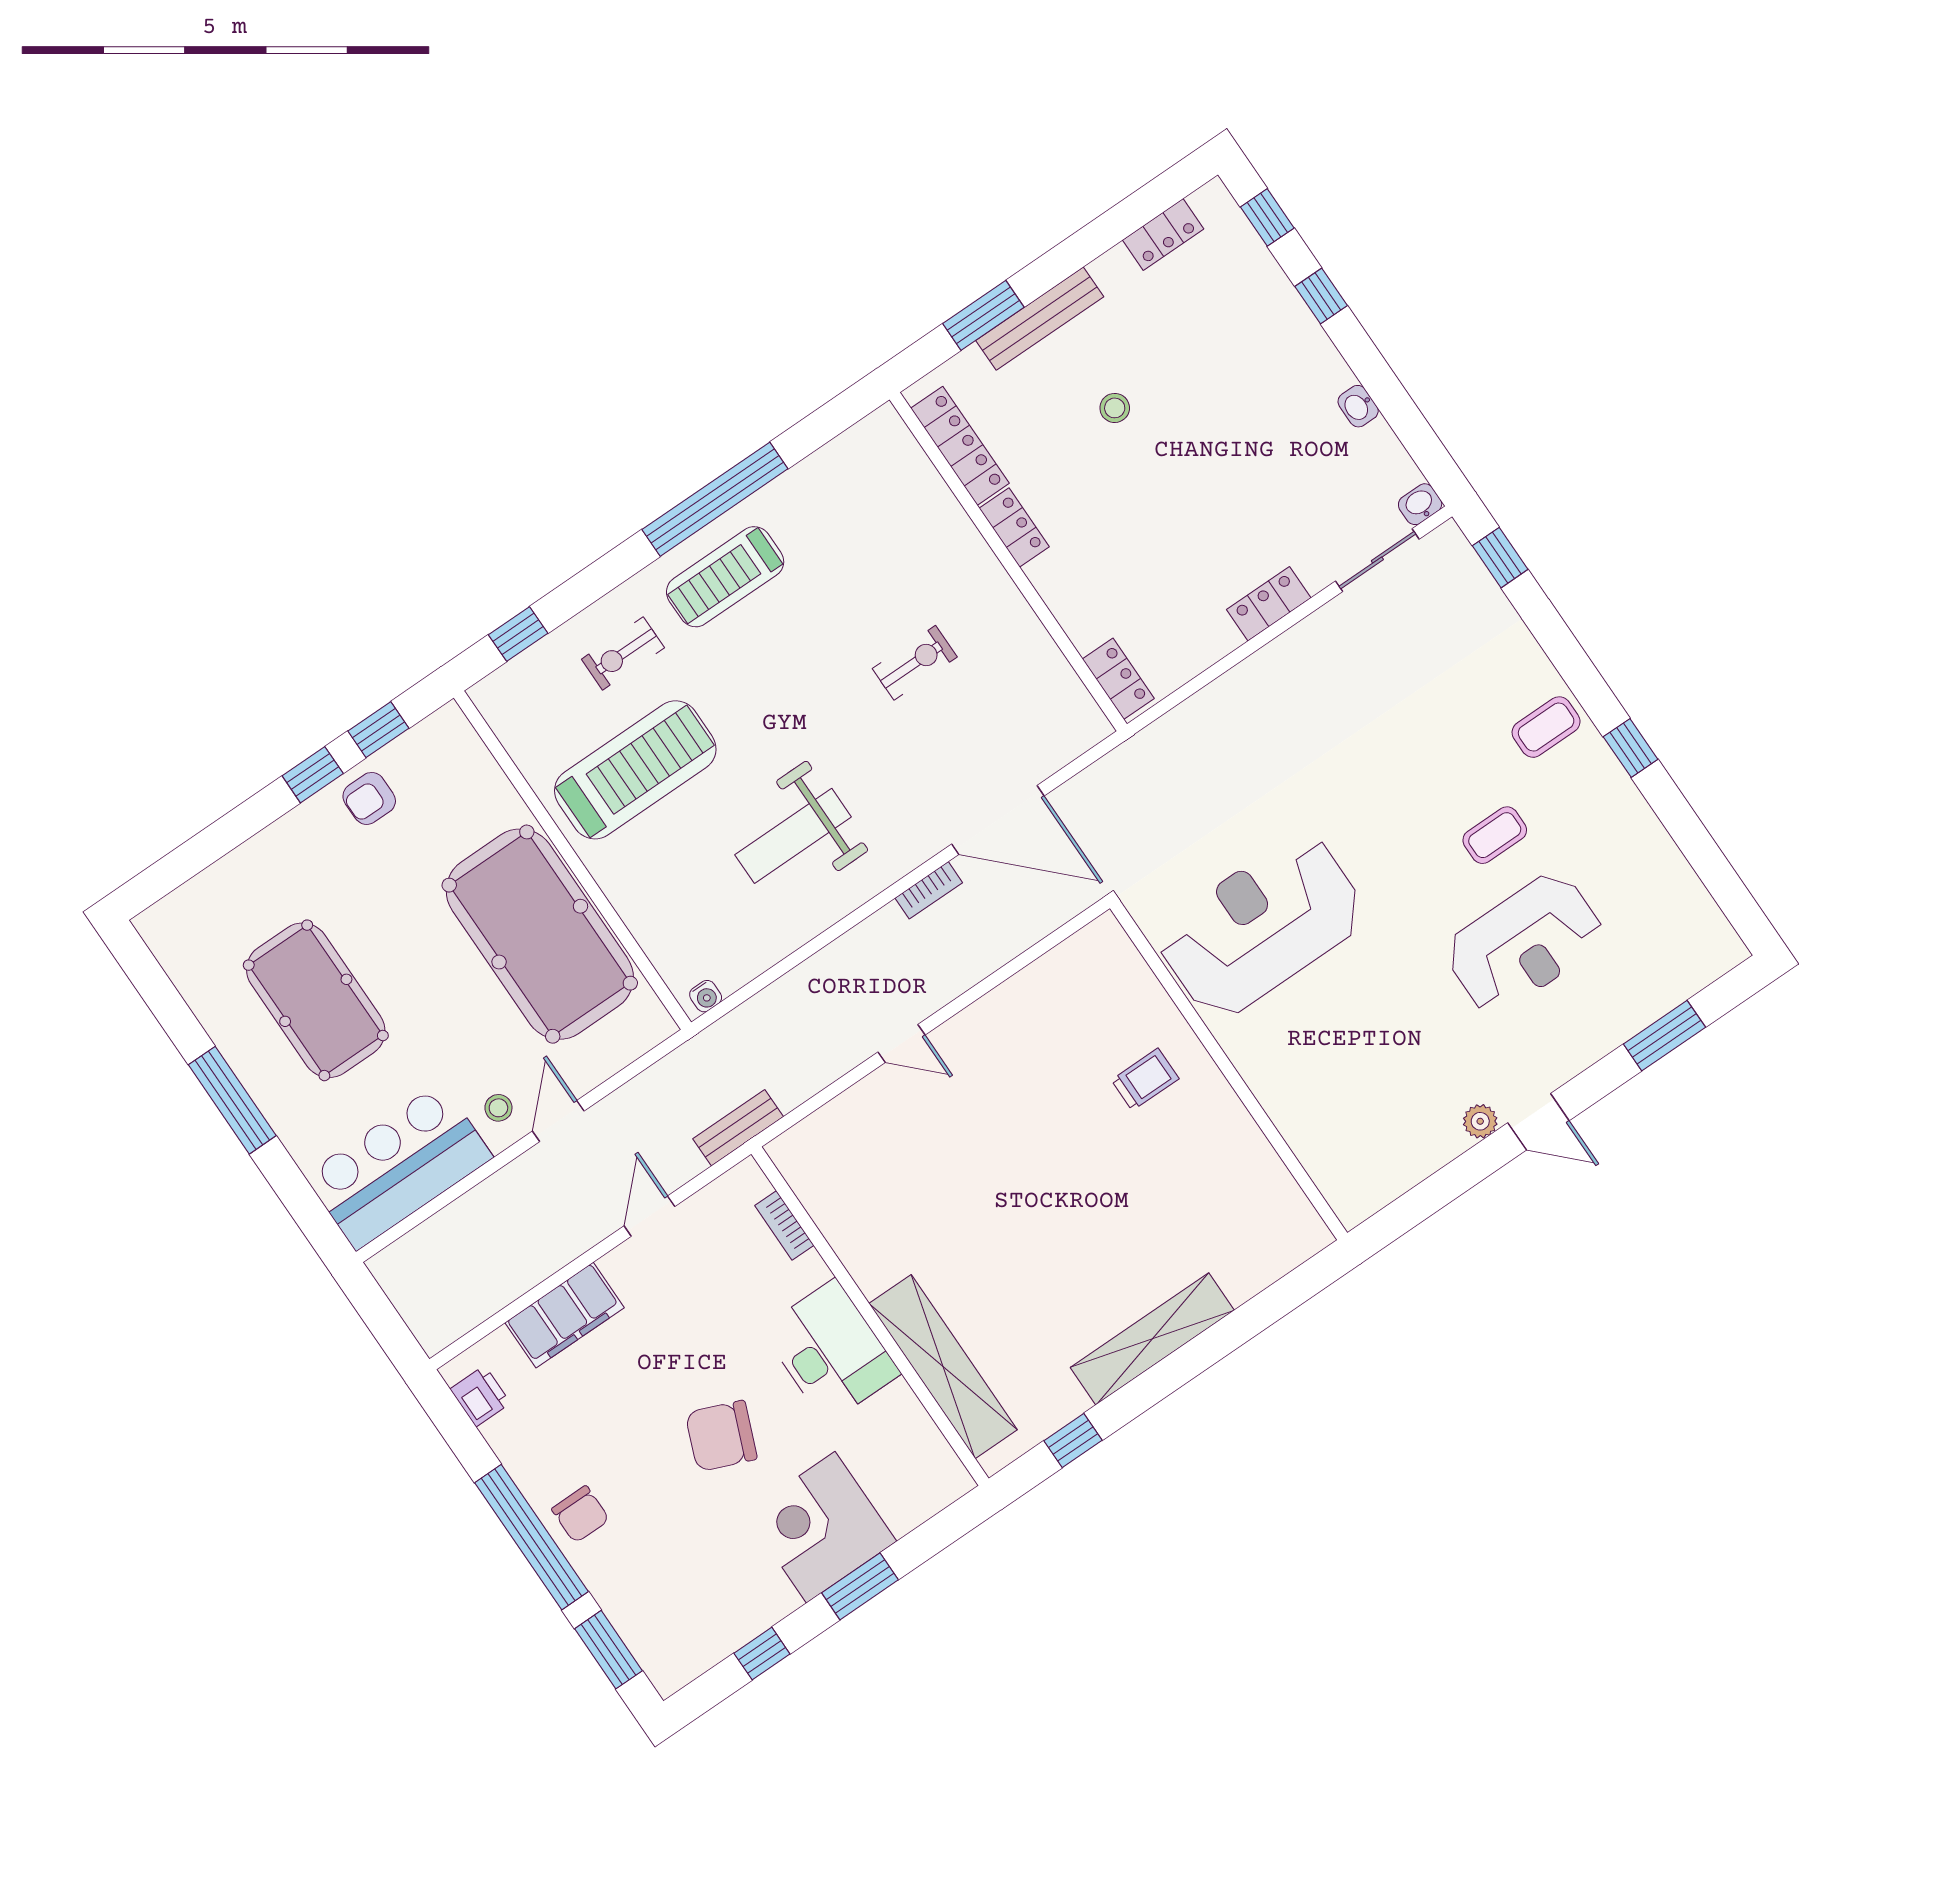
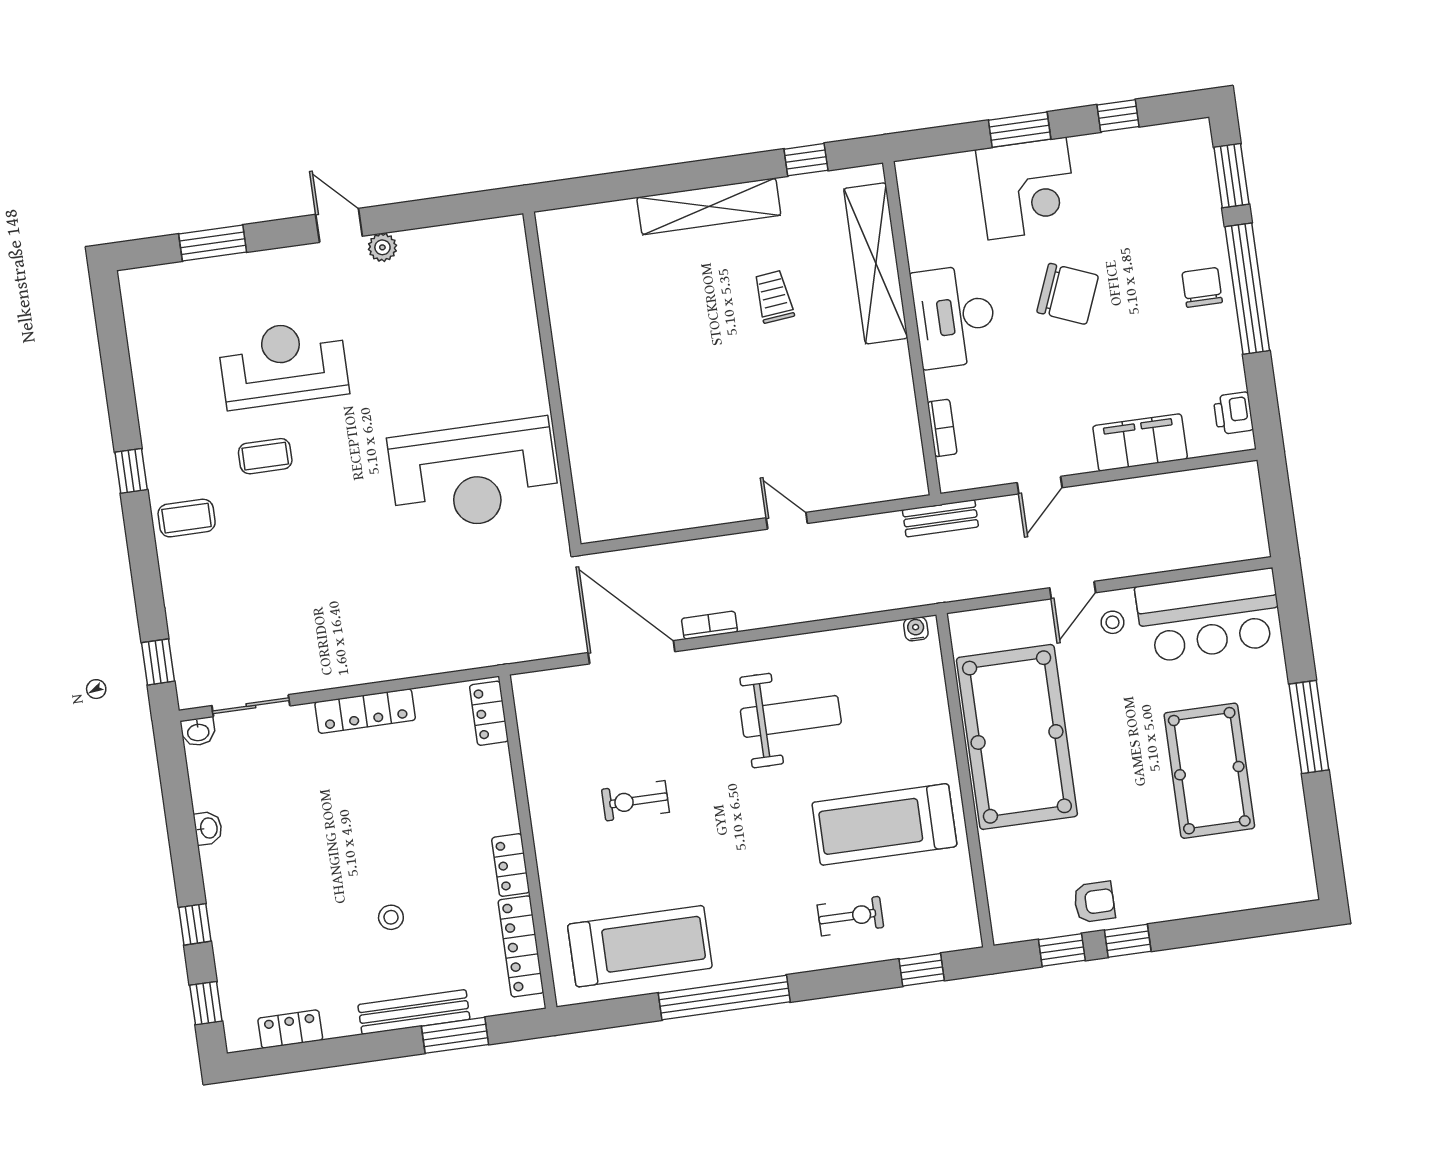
treadmill: (725, 577) -> (640, 946), moved, width x1.37, depth x1.38
locker: (1269, 604) -> (365, 711), width x1.53
trolley: (1145, 1079) -> (774, 297), moved, turned 84

